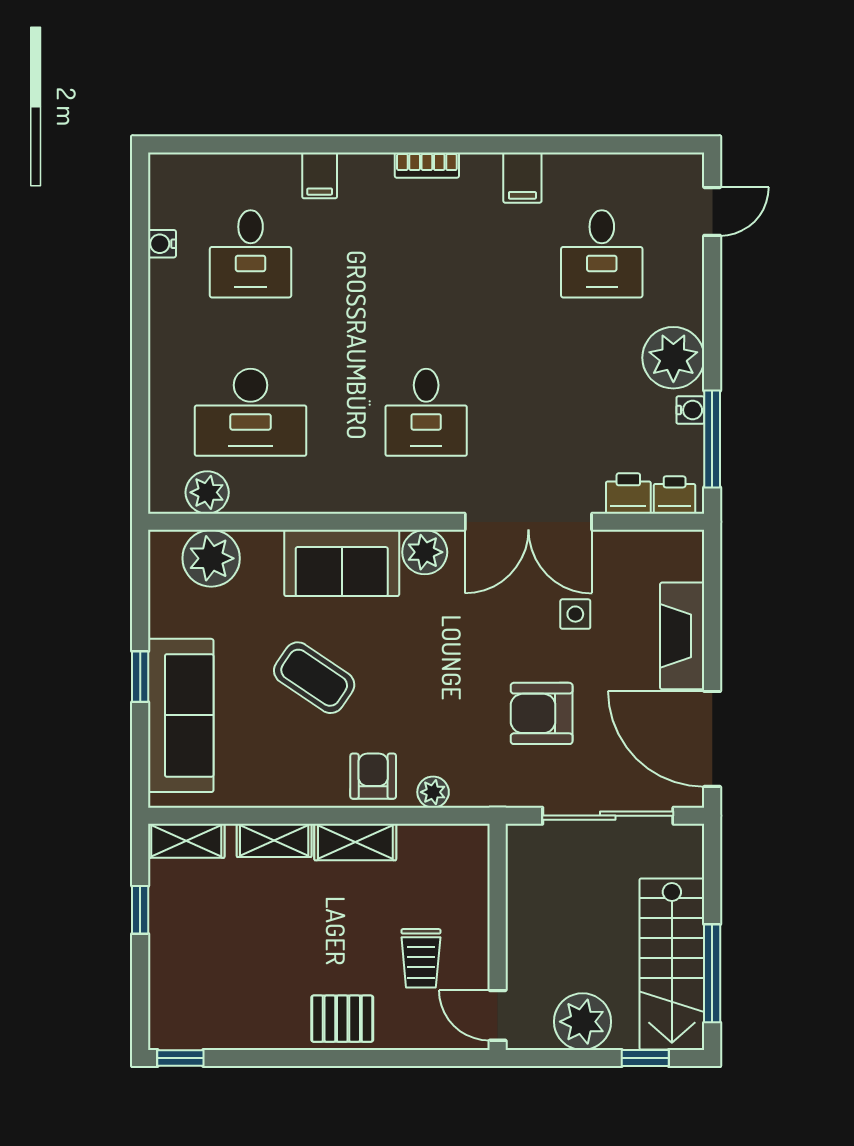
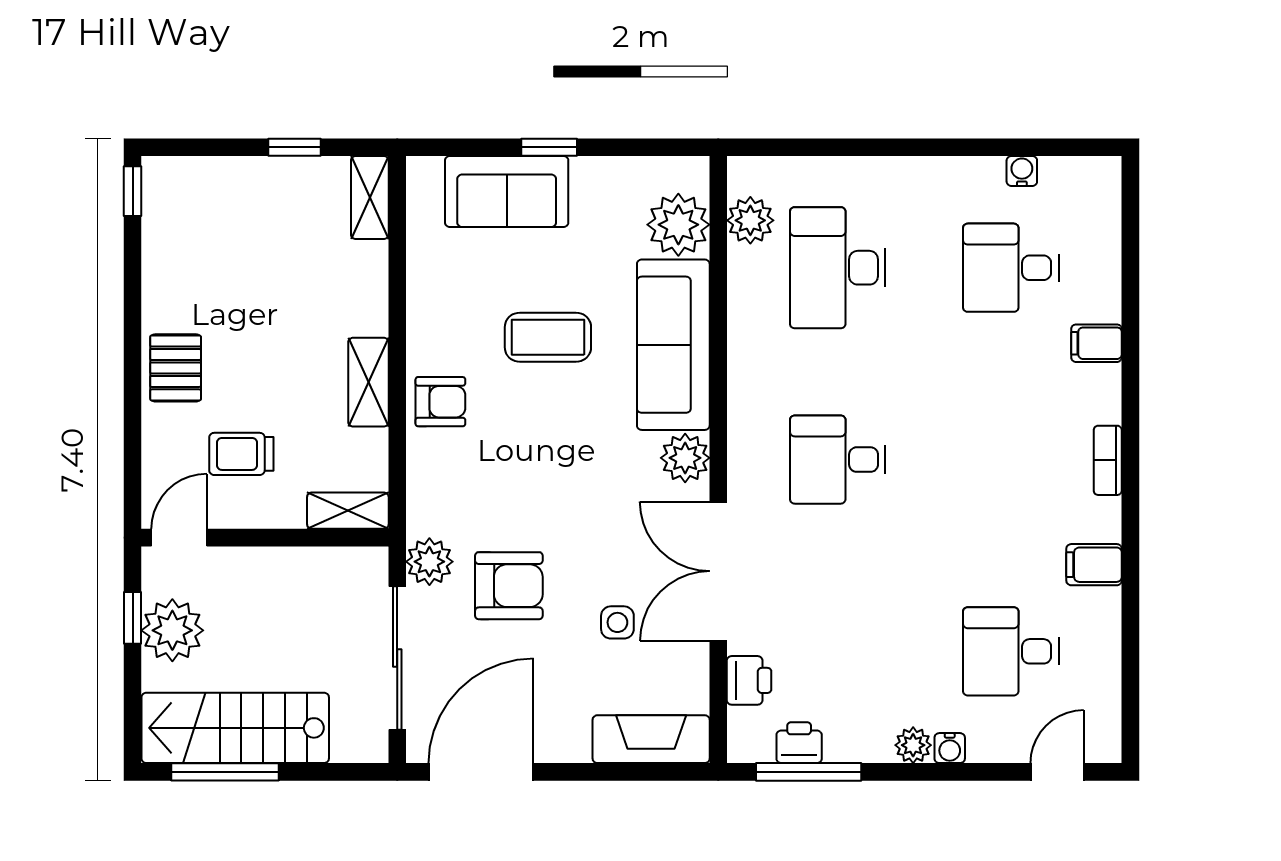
door: (712, 211) -> (1057, 772), swing flipped
plant: (673, 358) -> (913, 745), width x0.53, depth x0.53
water cooler: (690, 410) -> (950, 748), moved
printer: (675, 495) -> (799, 743), moved, turned -90
sofa: (342, 563) -> (673, 345), width x1.36
fireplace: (682, 636) -> (651, 739), moved
coffee table: (314, 678) -> (548, 337), turned 56
armchair: (542, 713) -> (509, 586), turned 90
sofa: (181, 715) -> (507, 191), width x0.73
plant: (433, 792) -> (429, 562), moved, width x1.38, depth x1.38
shelving: (274, 840) -> (348, 511), moved, turned 90
window: (645, 1058) -> (133, 618), moved

